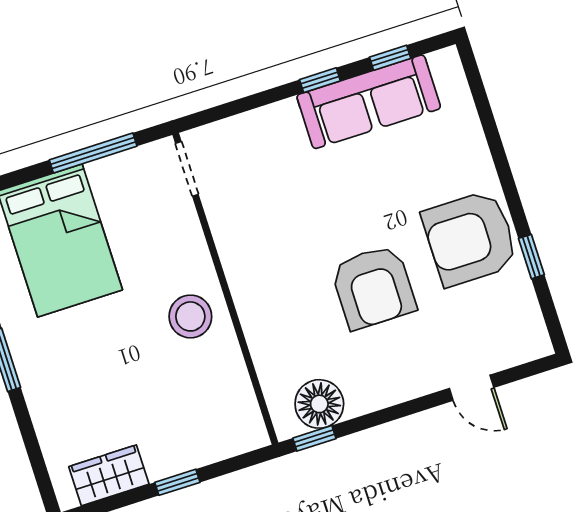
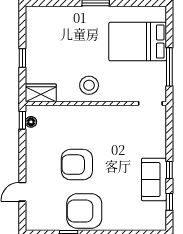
sofa: (369, 102) -> (154, 179), width x0.73
armchair: (470, 238) -> (84, 211), turned -90
floor lamp: (319, 404) -> (31, 122), width x0.53, depth x0.53
wardrobe: (109, 475) -> (41, 93), moved, turned -90

